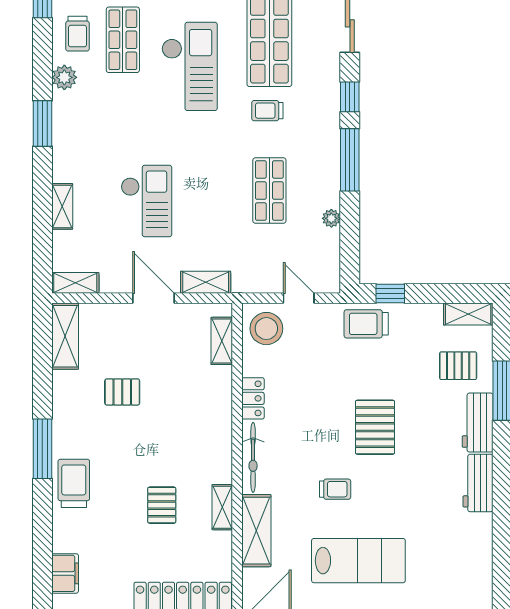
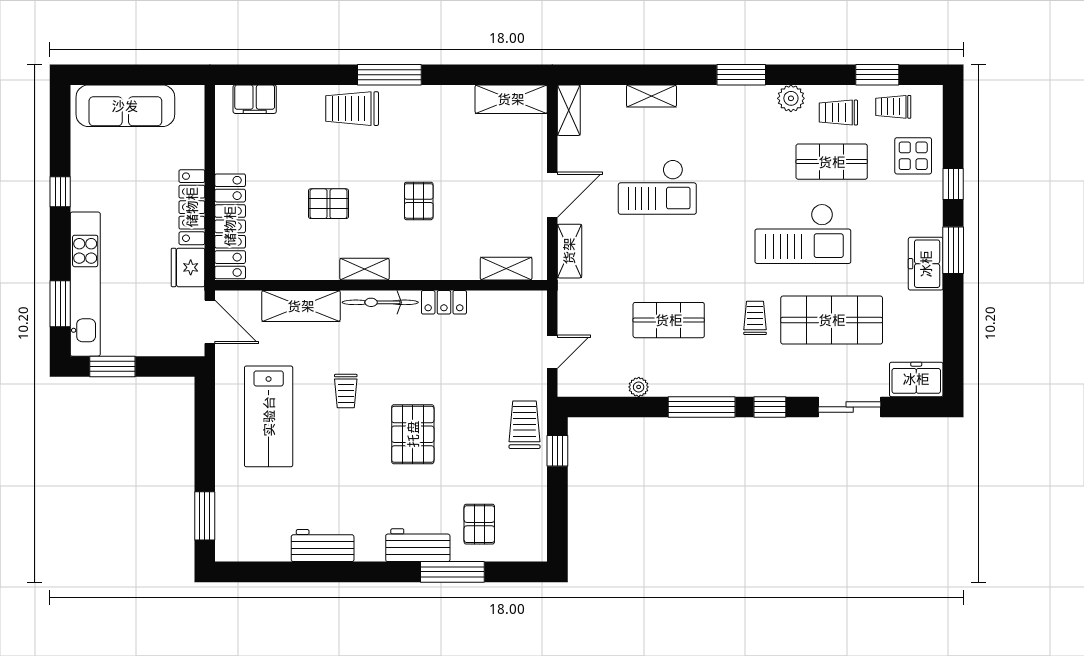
shelving: (468, 314) -> (535, 535), removed
stool: (266, 329) -> (519, 317), removed
pallet: (122, 392) -> (419, 201), moved
pallet: (375, 427) -> (413, 434), turned 90
trolley: (74, 483) -> (352, 109), turned 180
workbench: (478, 483) -> (323, 546), moved
shelving: (222, 507) -> (365, 269), moved

